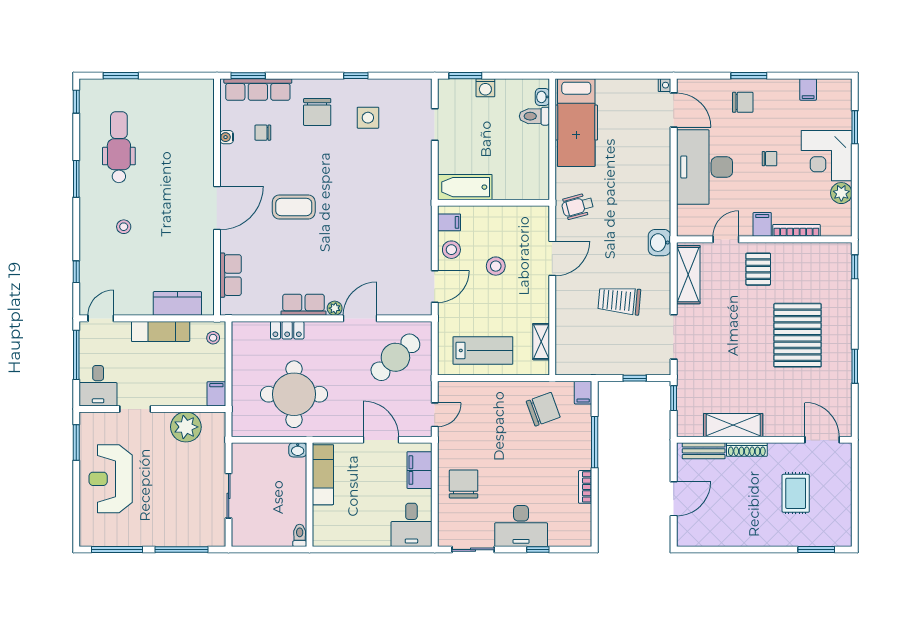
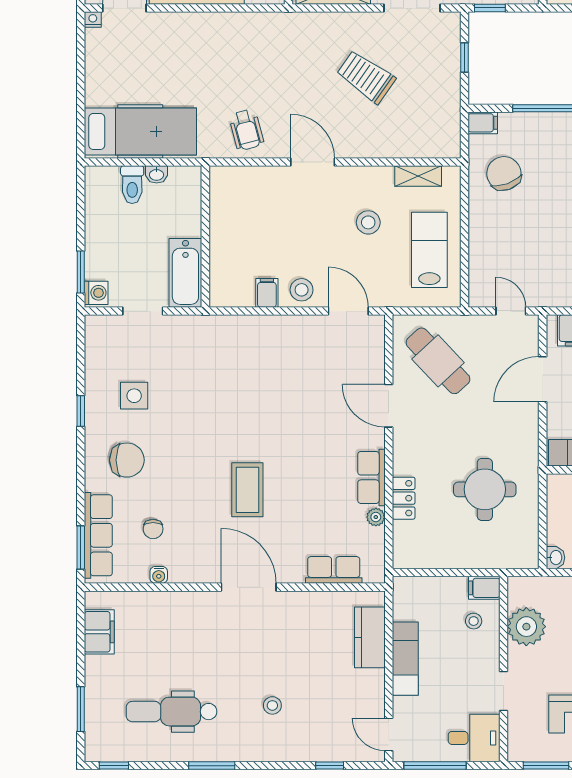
washing machine: (485, 88) -> (96, 293), moved
filing cabinet: (182, 90) -> (99, 632), added
washbasin: (542, 97) -> (157, 174), moved
bathtub: (465, 187) -> (185, 273), moved
wall: (493, 203) -> (205, 236), moved
washbasin: (660, 243) -> (292, 26), removed
stool: (496, 266) -> (368, 222), moved
trolley: (619, 301) -> (366, 77), turned 120
plant: (335, 308) -> (376, 517), moved
stool: (213, 338) -> (474, 621), moved
round table: (294, 394) -> (485, 489), width x0.73, depth x0.73
washbasin: (298, 450) -> (555, 558), moved

